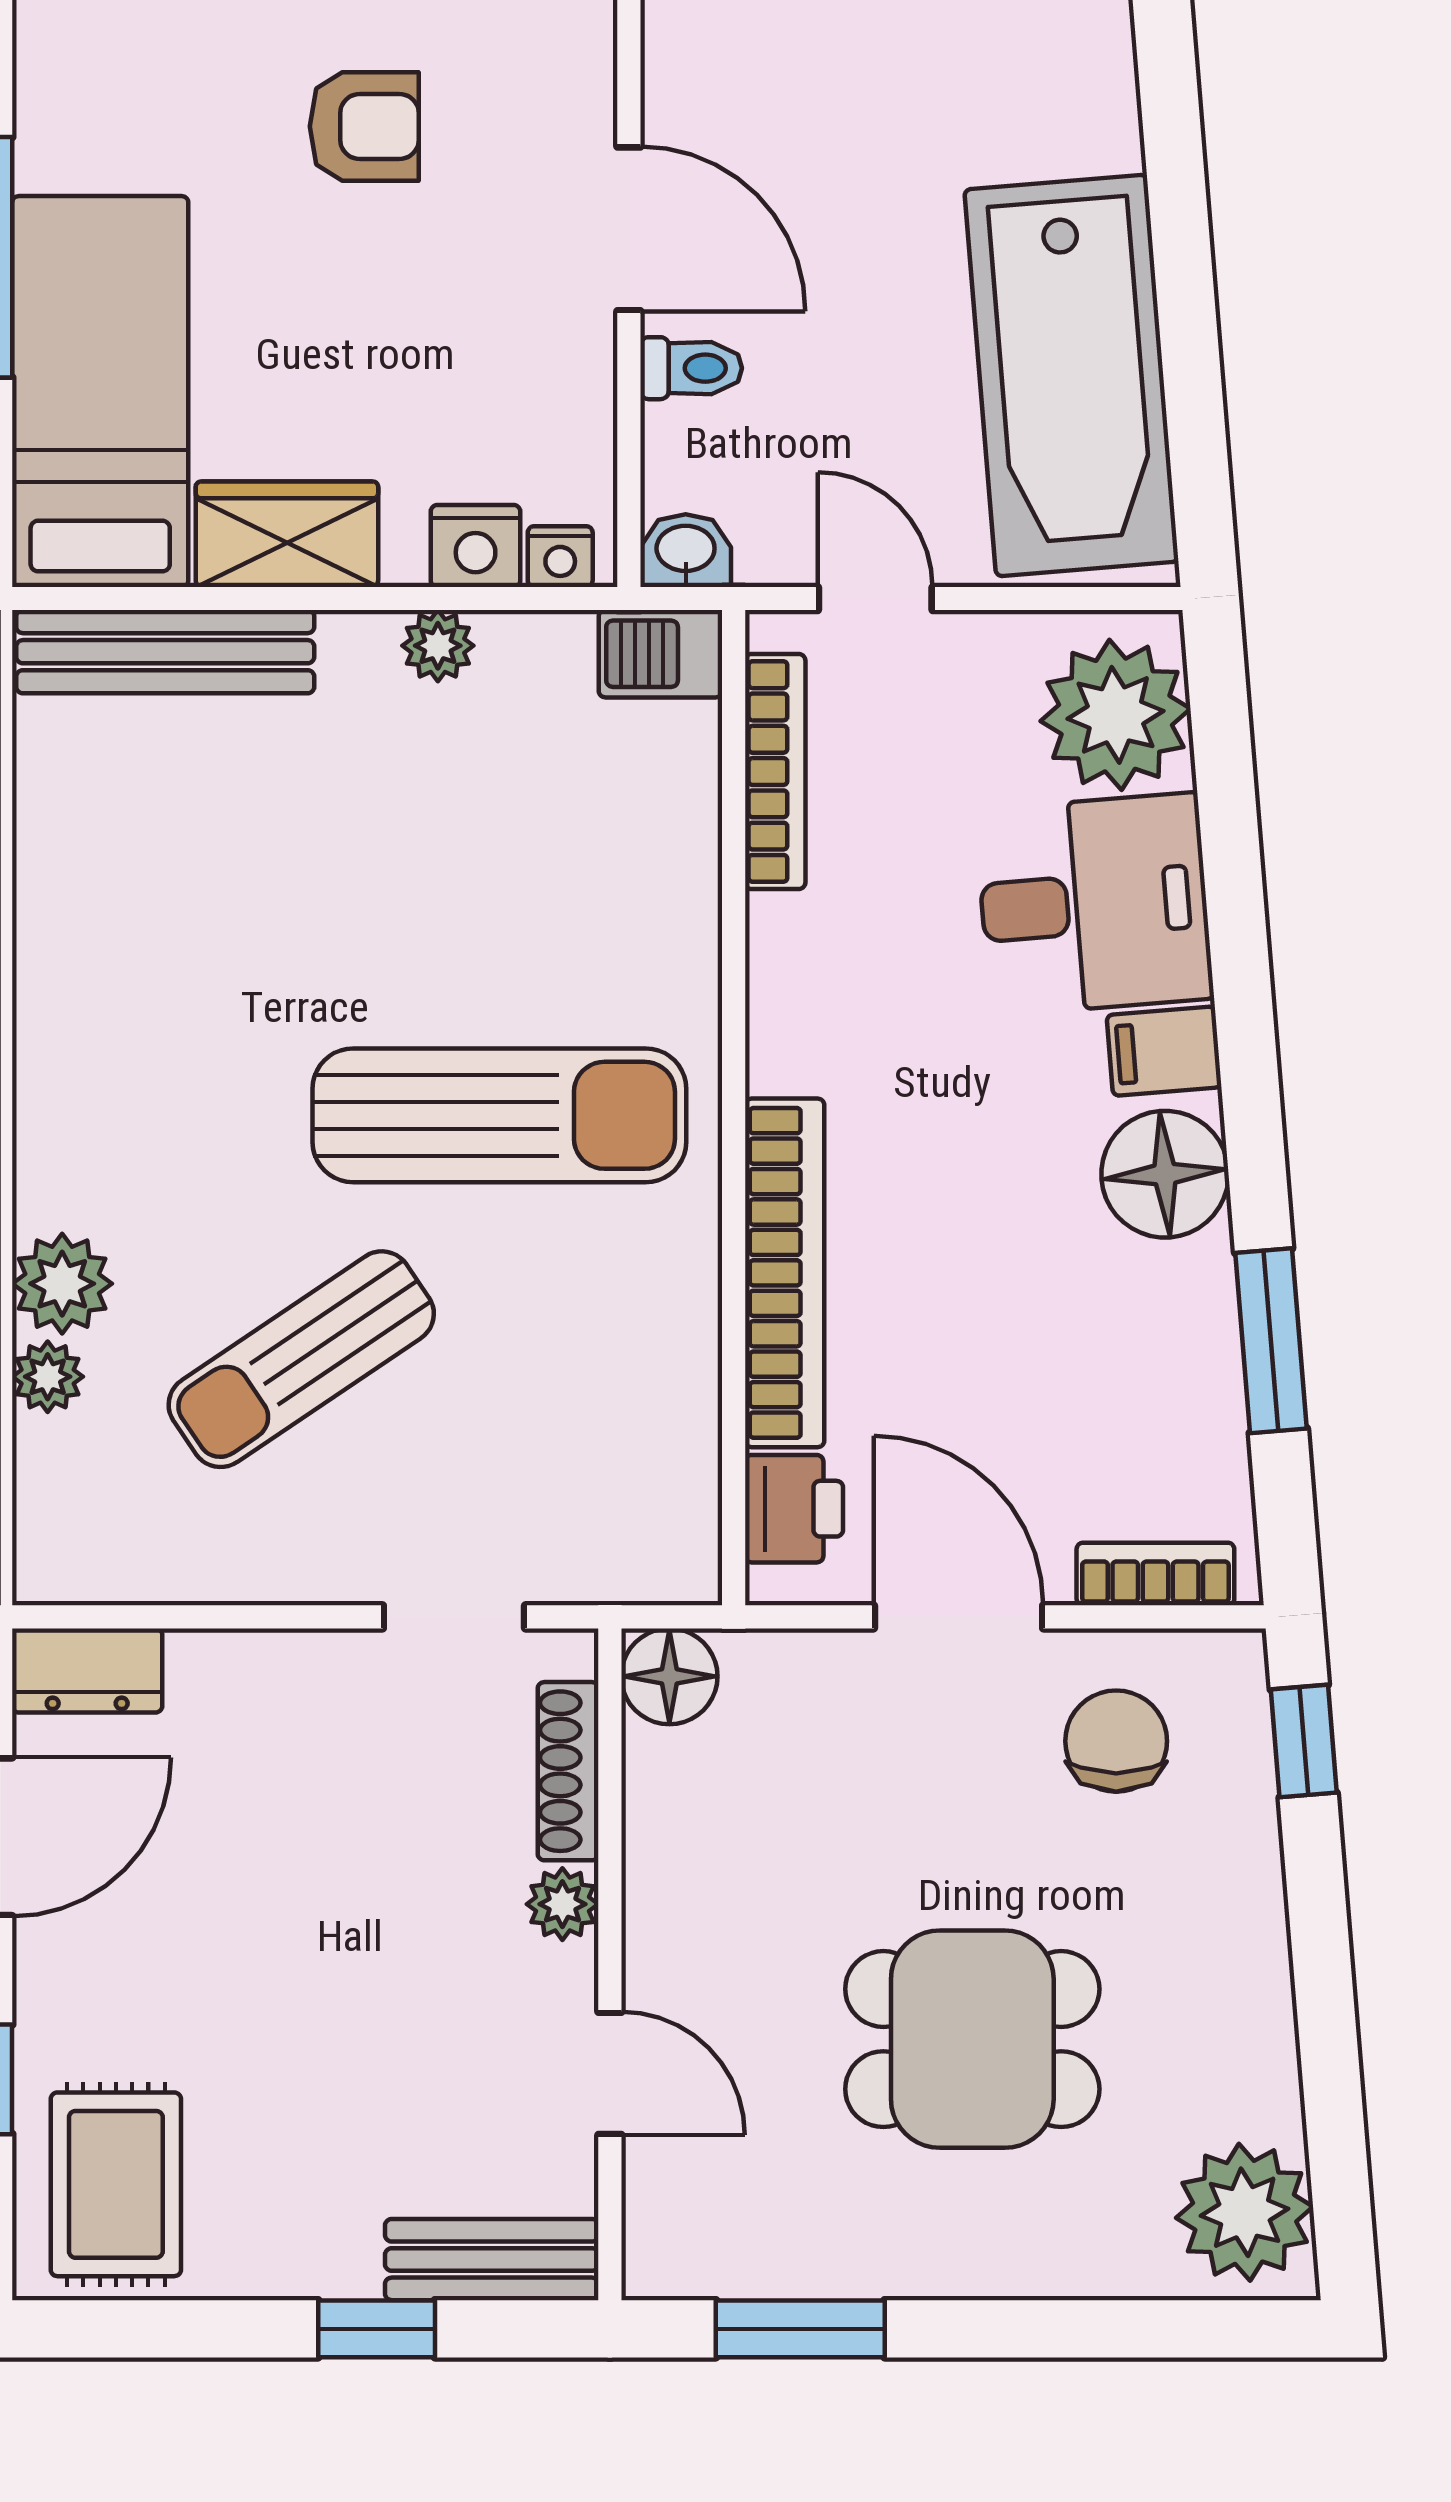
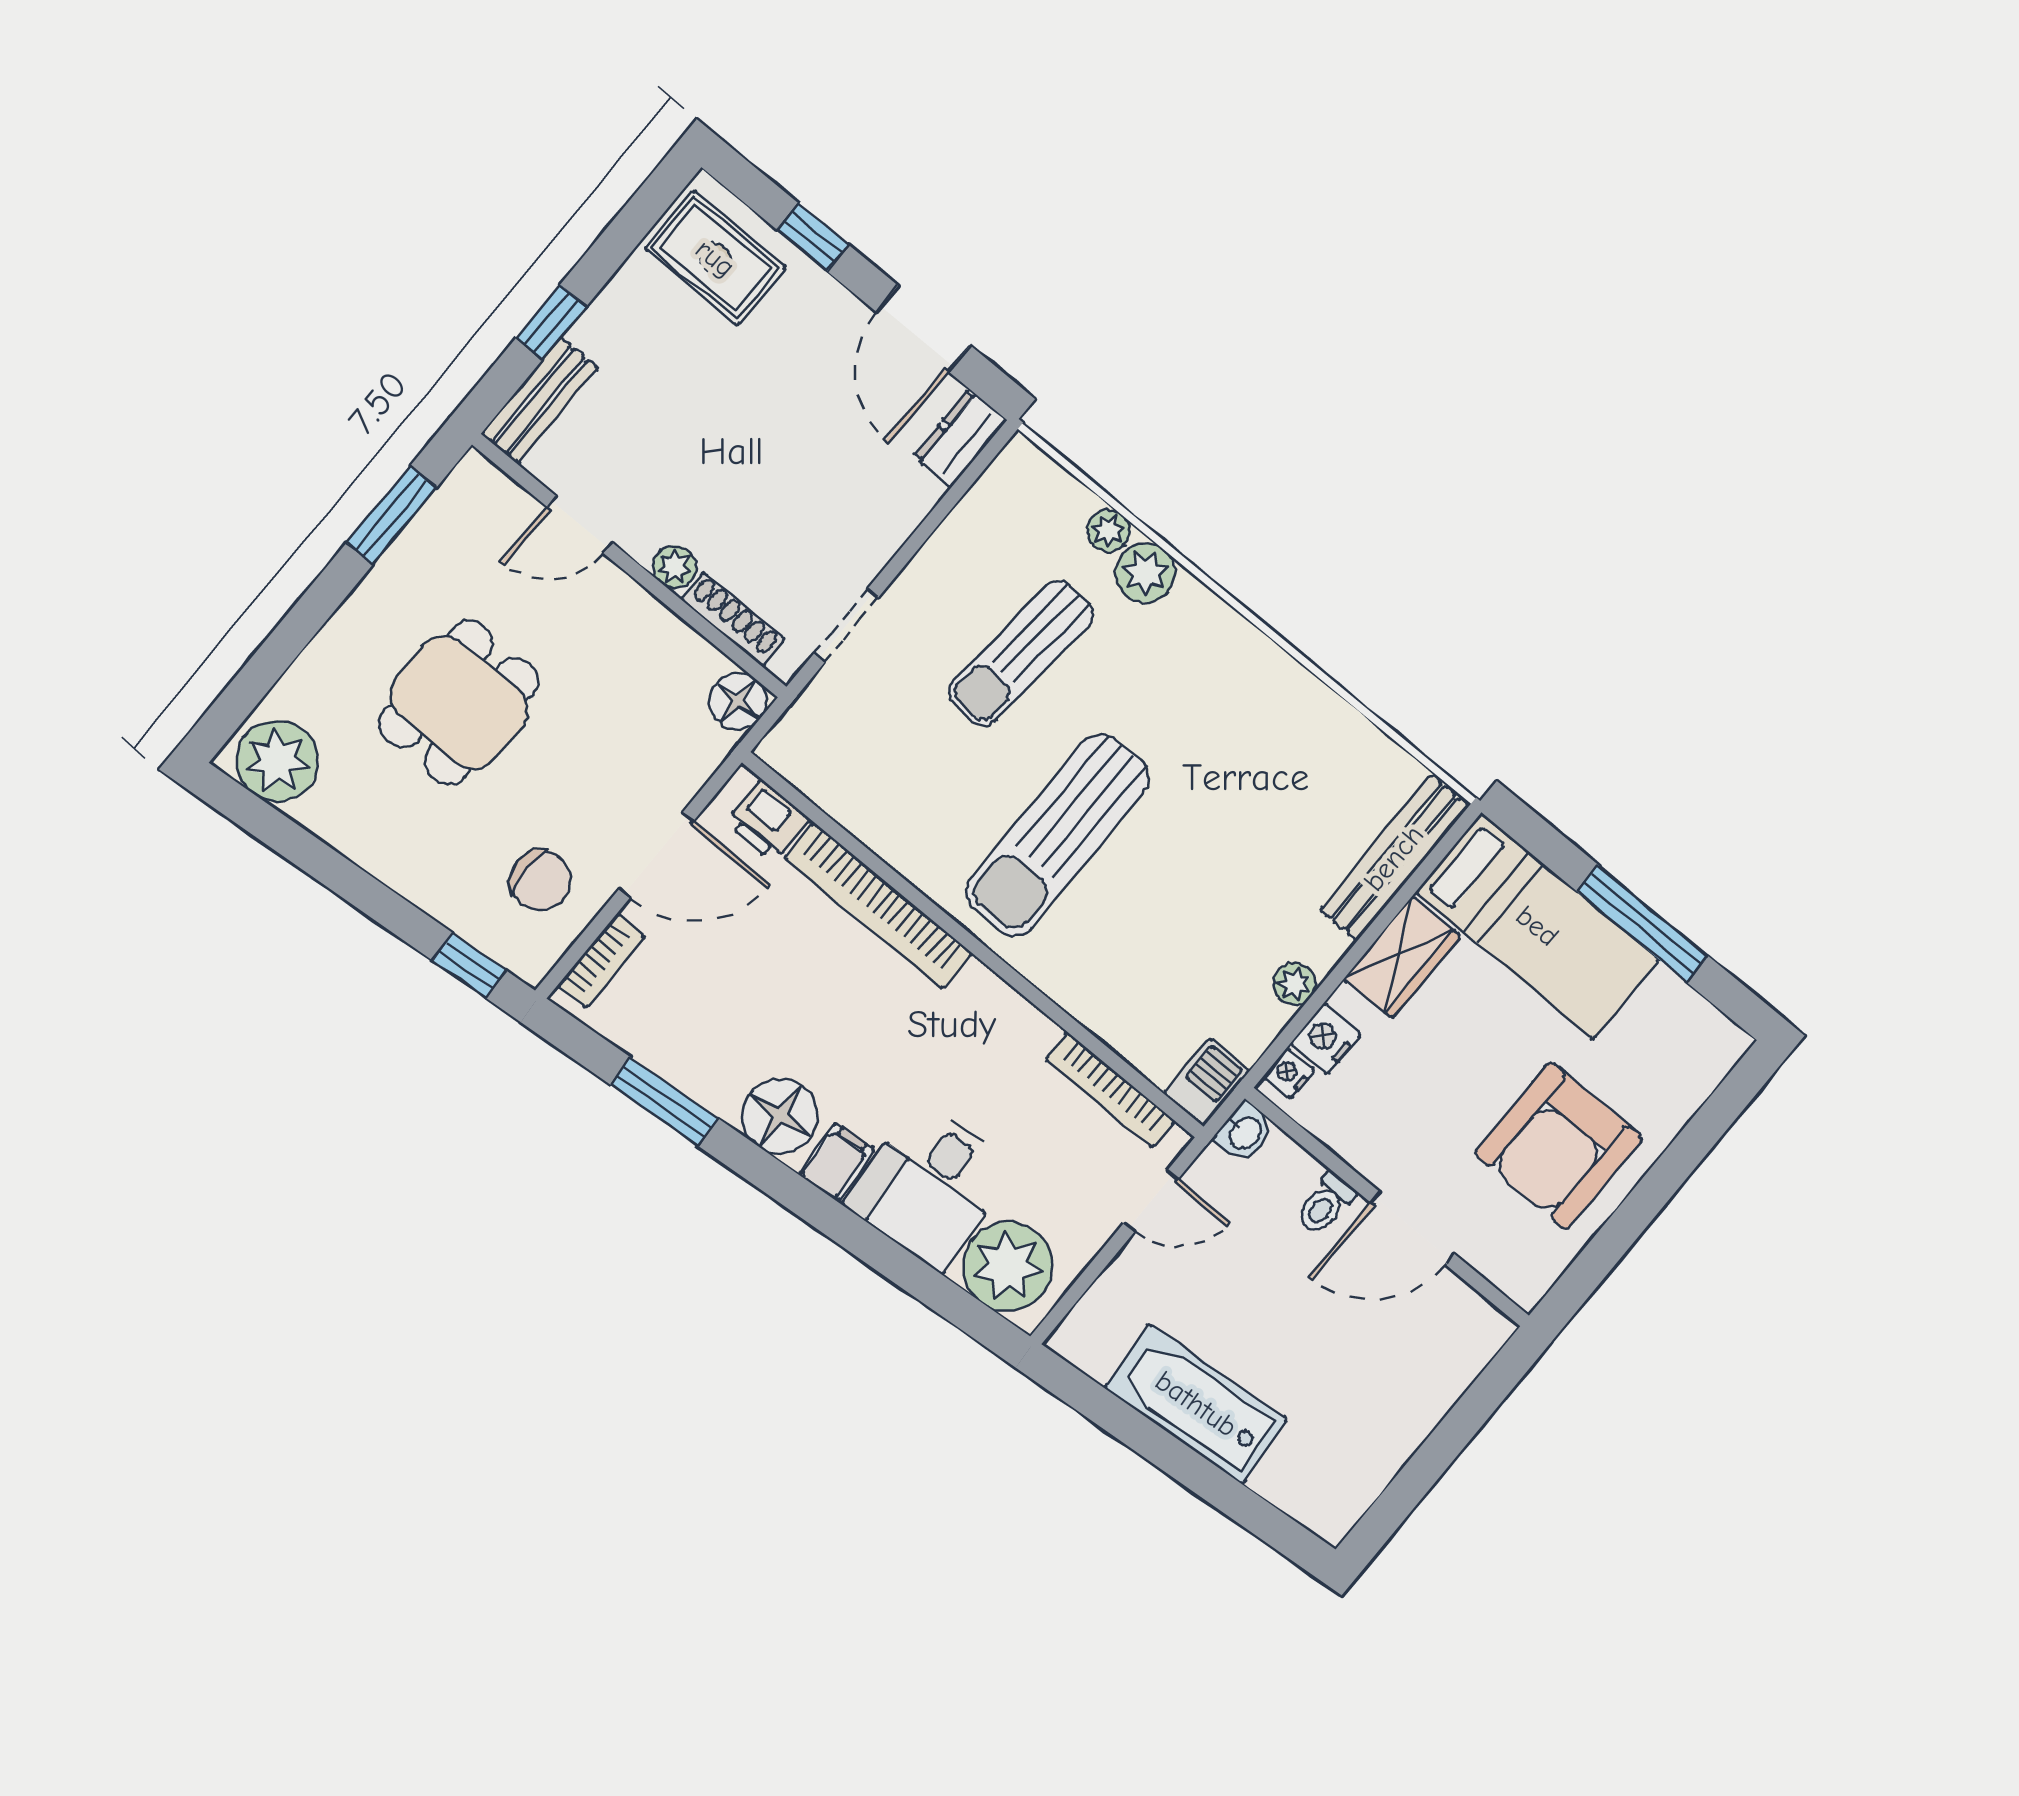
armchair: (364, 126) -> (1559, 1146), width x1.88, depth x1.88
bathtub: (1071, 375) -> (1196, 1404), width x0.73, depth x0.73
sun lounger: (301, 1359) -> (1021, 653), turned -141

